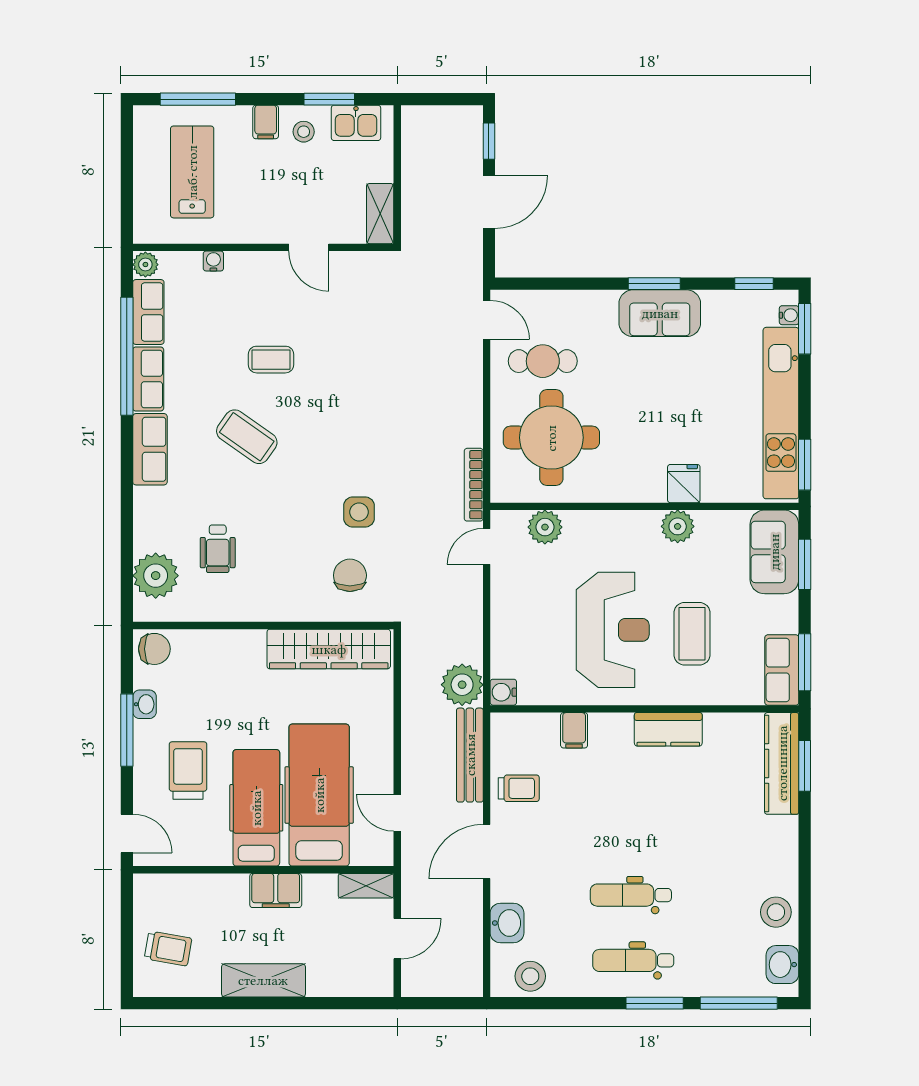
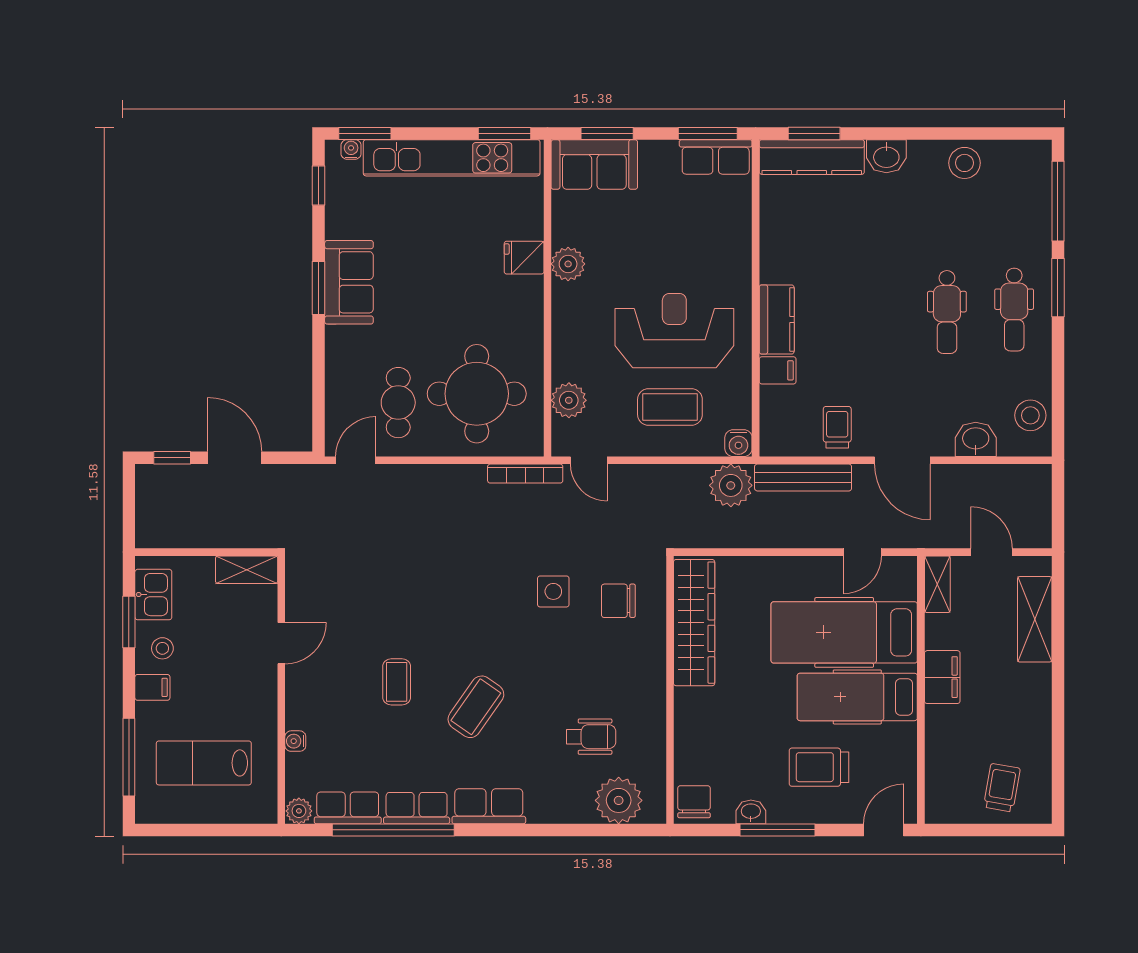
coffee table: (692, 634) -> (670, 407), moved
kitchen counter: (668, 729) -> (777, 319), moved
washbasin: (782, 965) -> (886, 156), moved
shelving: (263, 980) -> (1035, 619), moved

